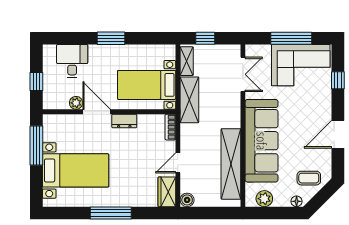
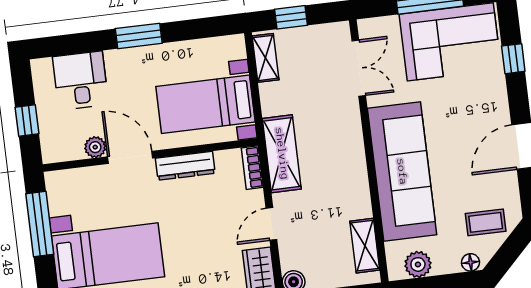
shelving: (189, 100) -> (282, 154), moved
dresser: (124, 121) -> (185, 166), width x1.44
shelving: (231, 164) -> (365, 246), width x0.45, depth x0.75

